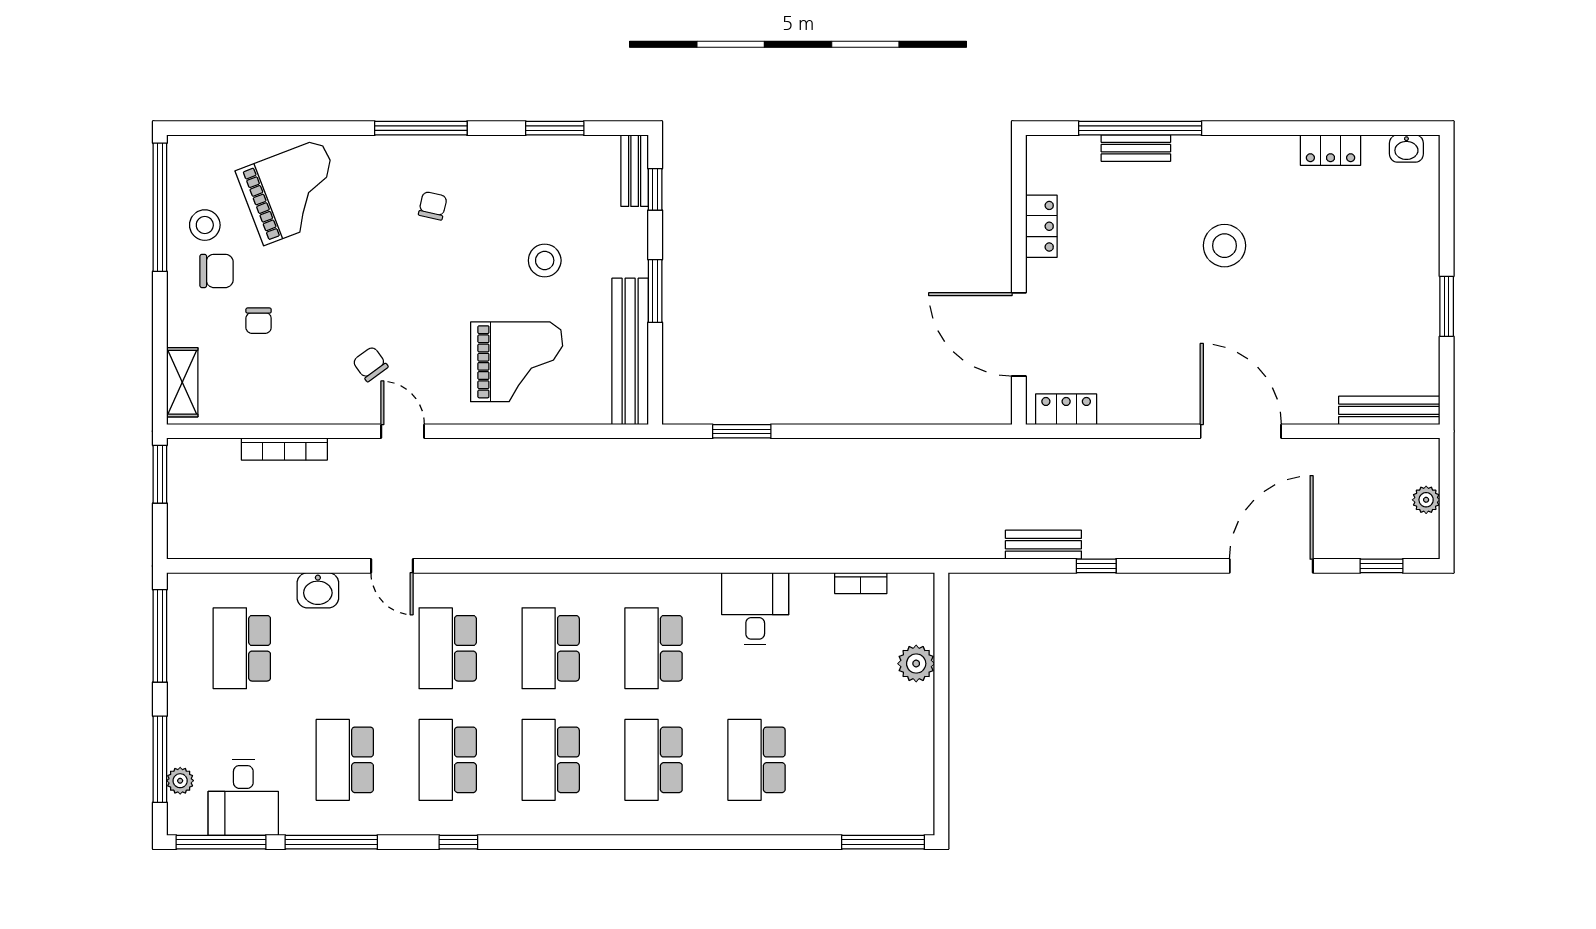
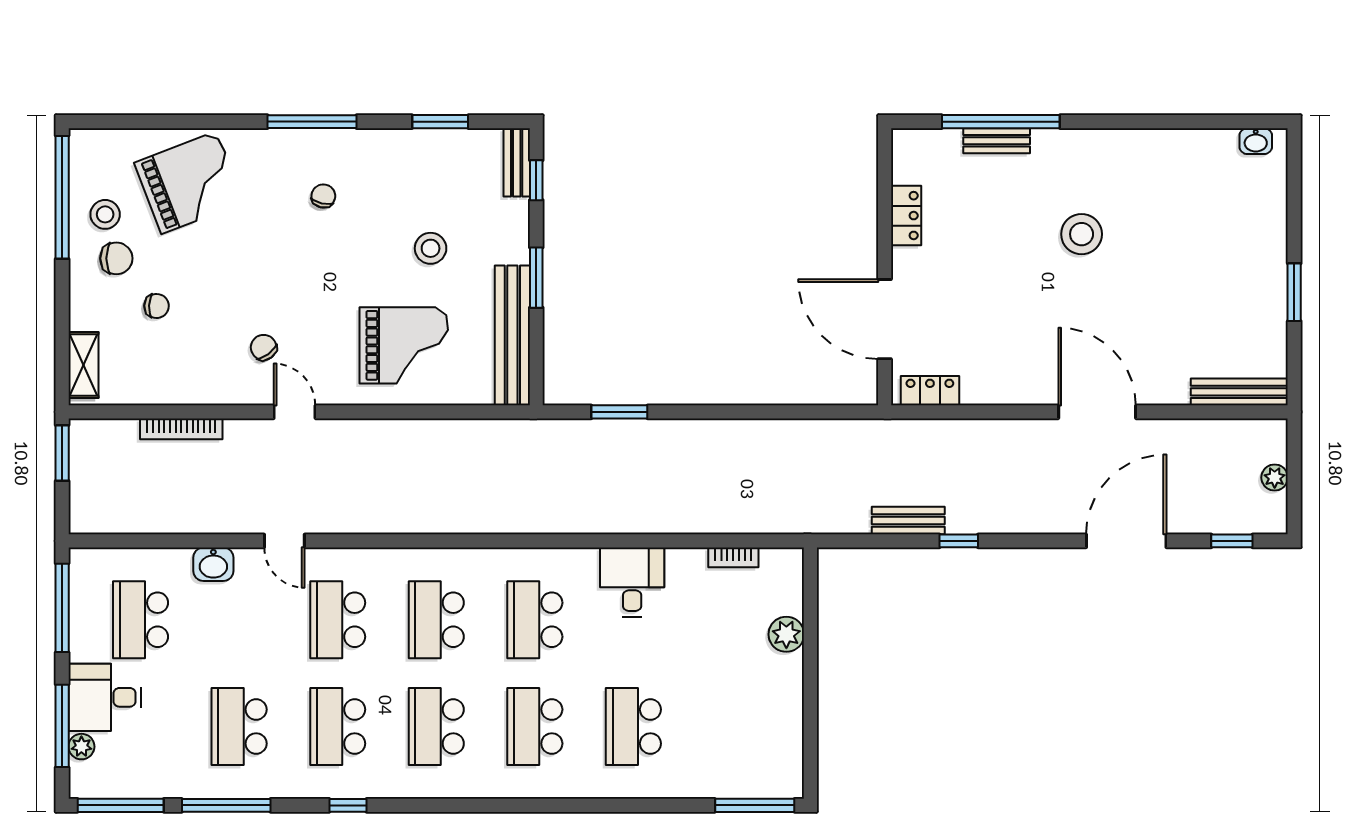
locker: (1331, 150) -> (1183, 143), removed
chair: (259, 321) -> (157, 306), turned -88
desk: (243, 797) -> (105, 697), moved, turned 90

